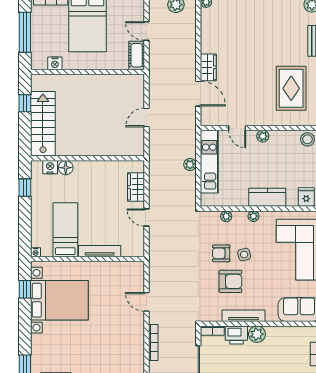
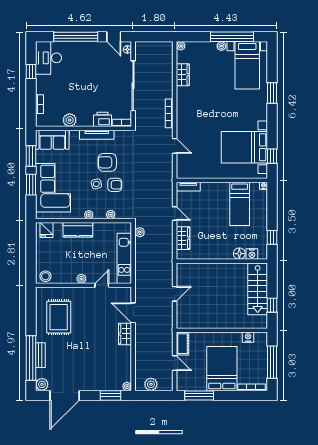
door: (237, 128) -> (102, 285), hinge flipped
plant: (190, 165) -> (140, 232), moved
tv unit: (100, 251) -> (188, 187), moved, width x0.71
plant: (257, 334) -> (70, 120), moved

